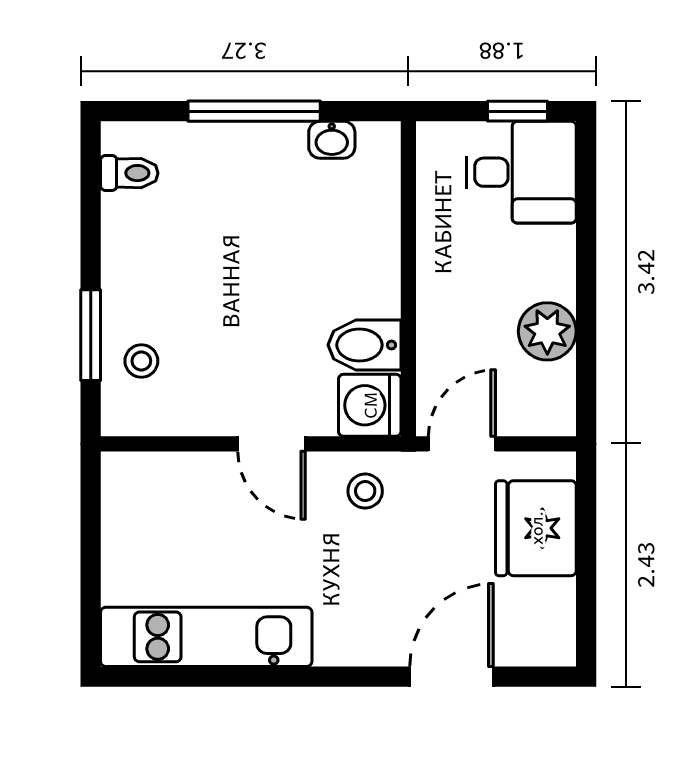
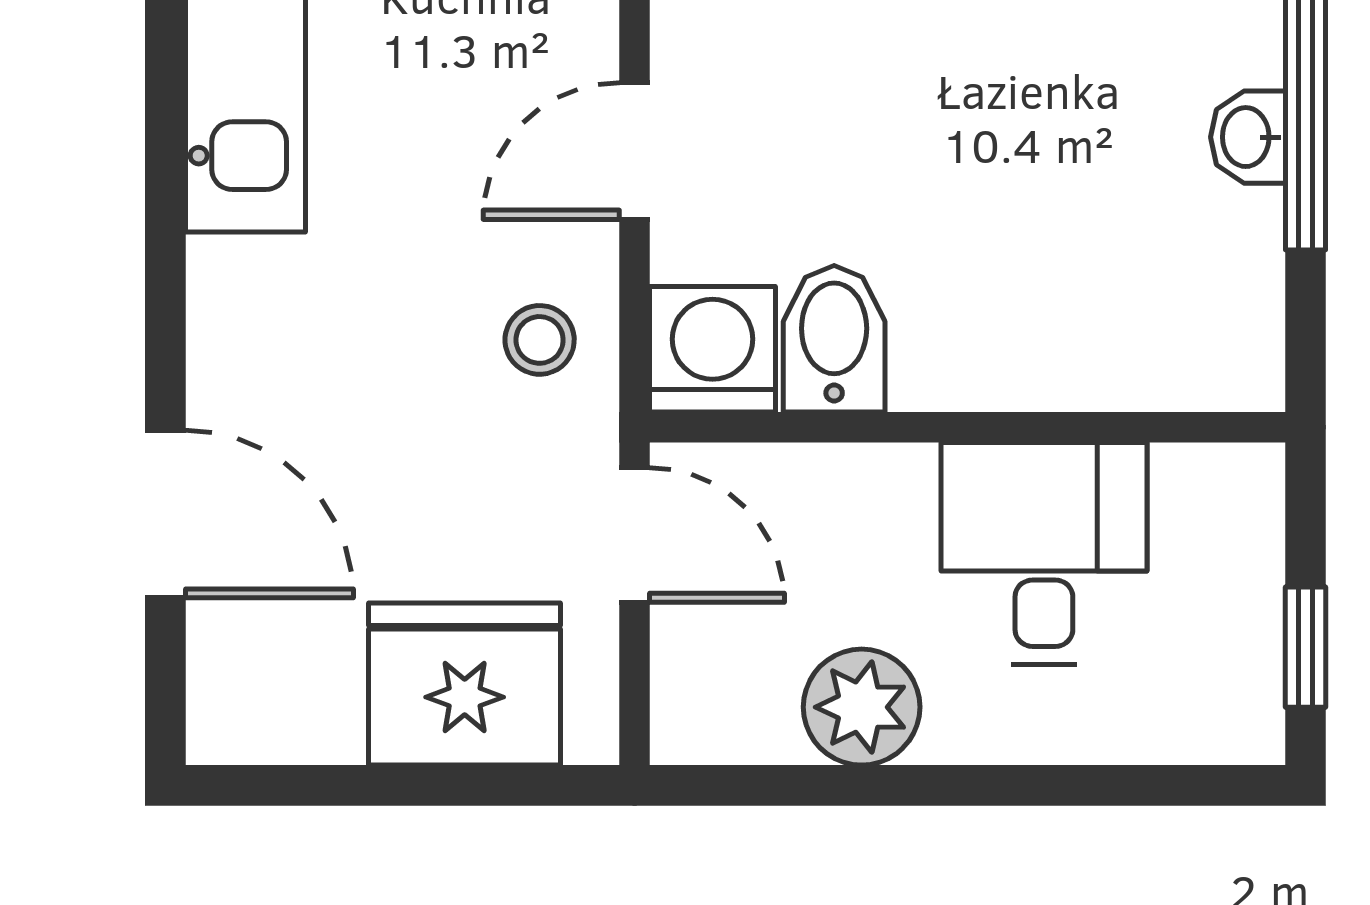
washbasin: (332, 140) -> (1248, 137), moved
desk: (521, 172) -> (1044, 553), moved, turned 180

